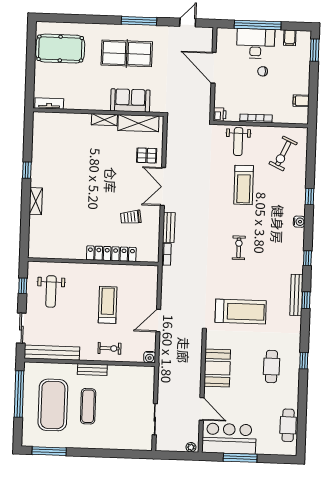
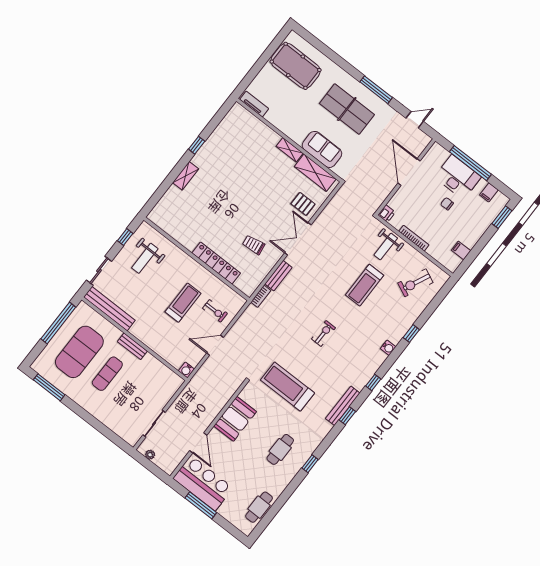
treadmill: (241, 312) -> (287, 387), turned 180
exercise bike: (110, 348) -> (215, 311), moved
plant: (191, 447) -> (150, 455), moved

